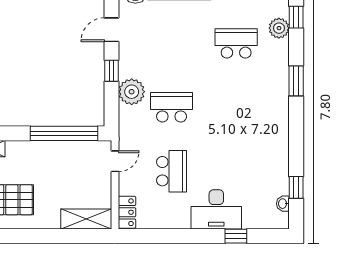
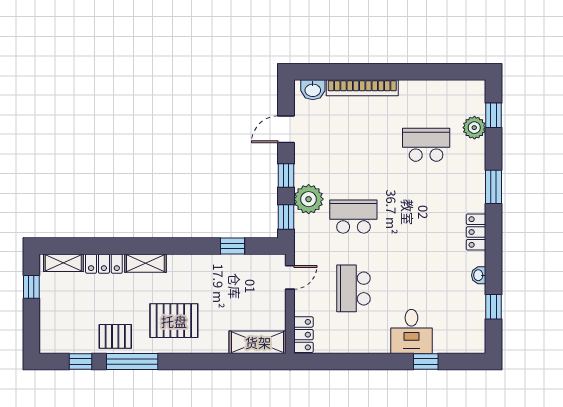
window: (112, 108) -> (286, 217), added
locker: (281, 121) -> (476, 232), added
window: (64, 133) -> (232, 246), width x0.32
school desk: (172, 171) -> (353, 288), turned 180
washbasin: (283, 204) -> (479, 275), moved
desk: (216, 209) -> (411, 332), width x0.73

